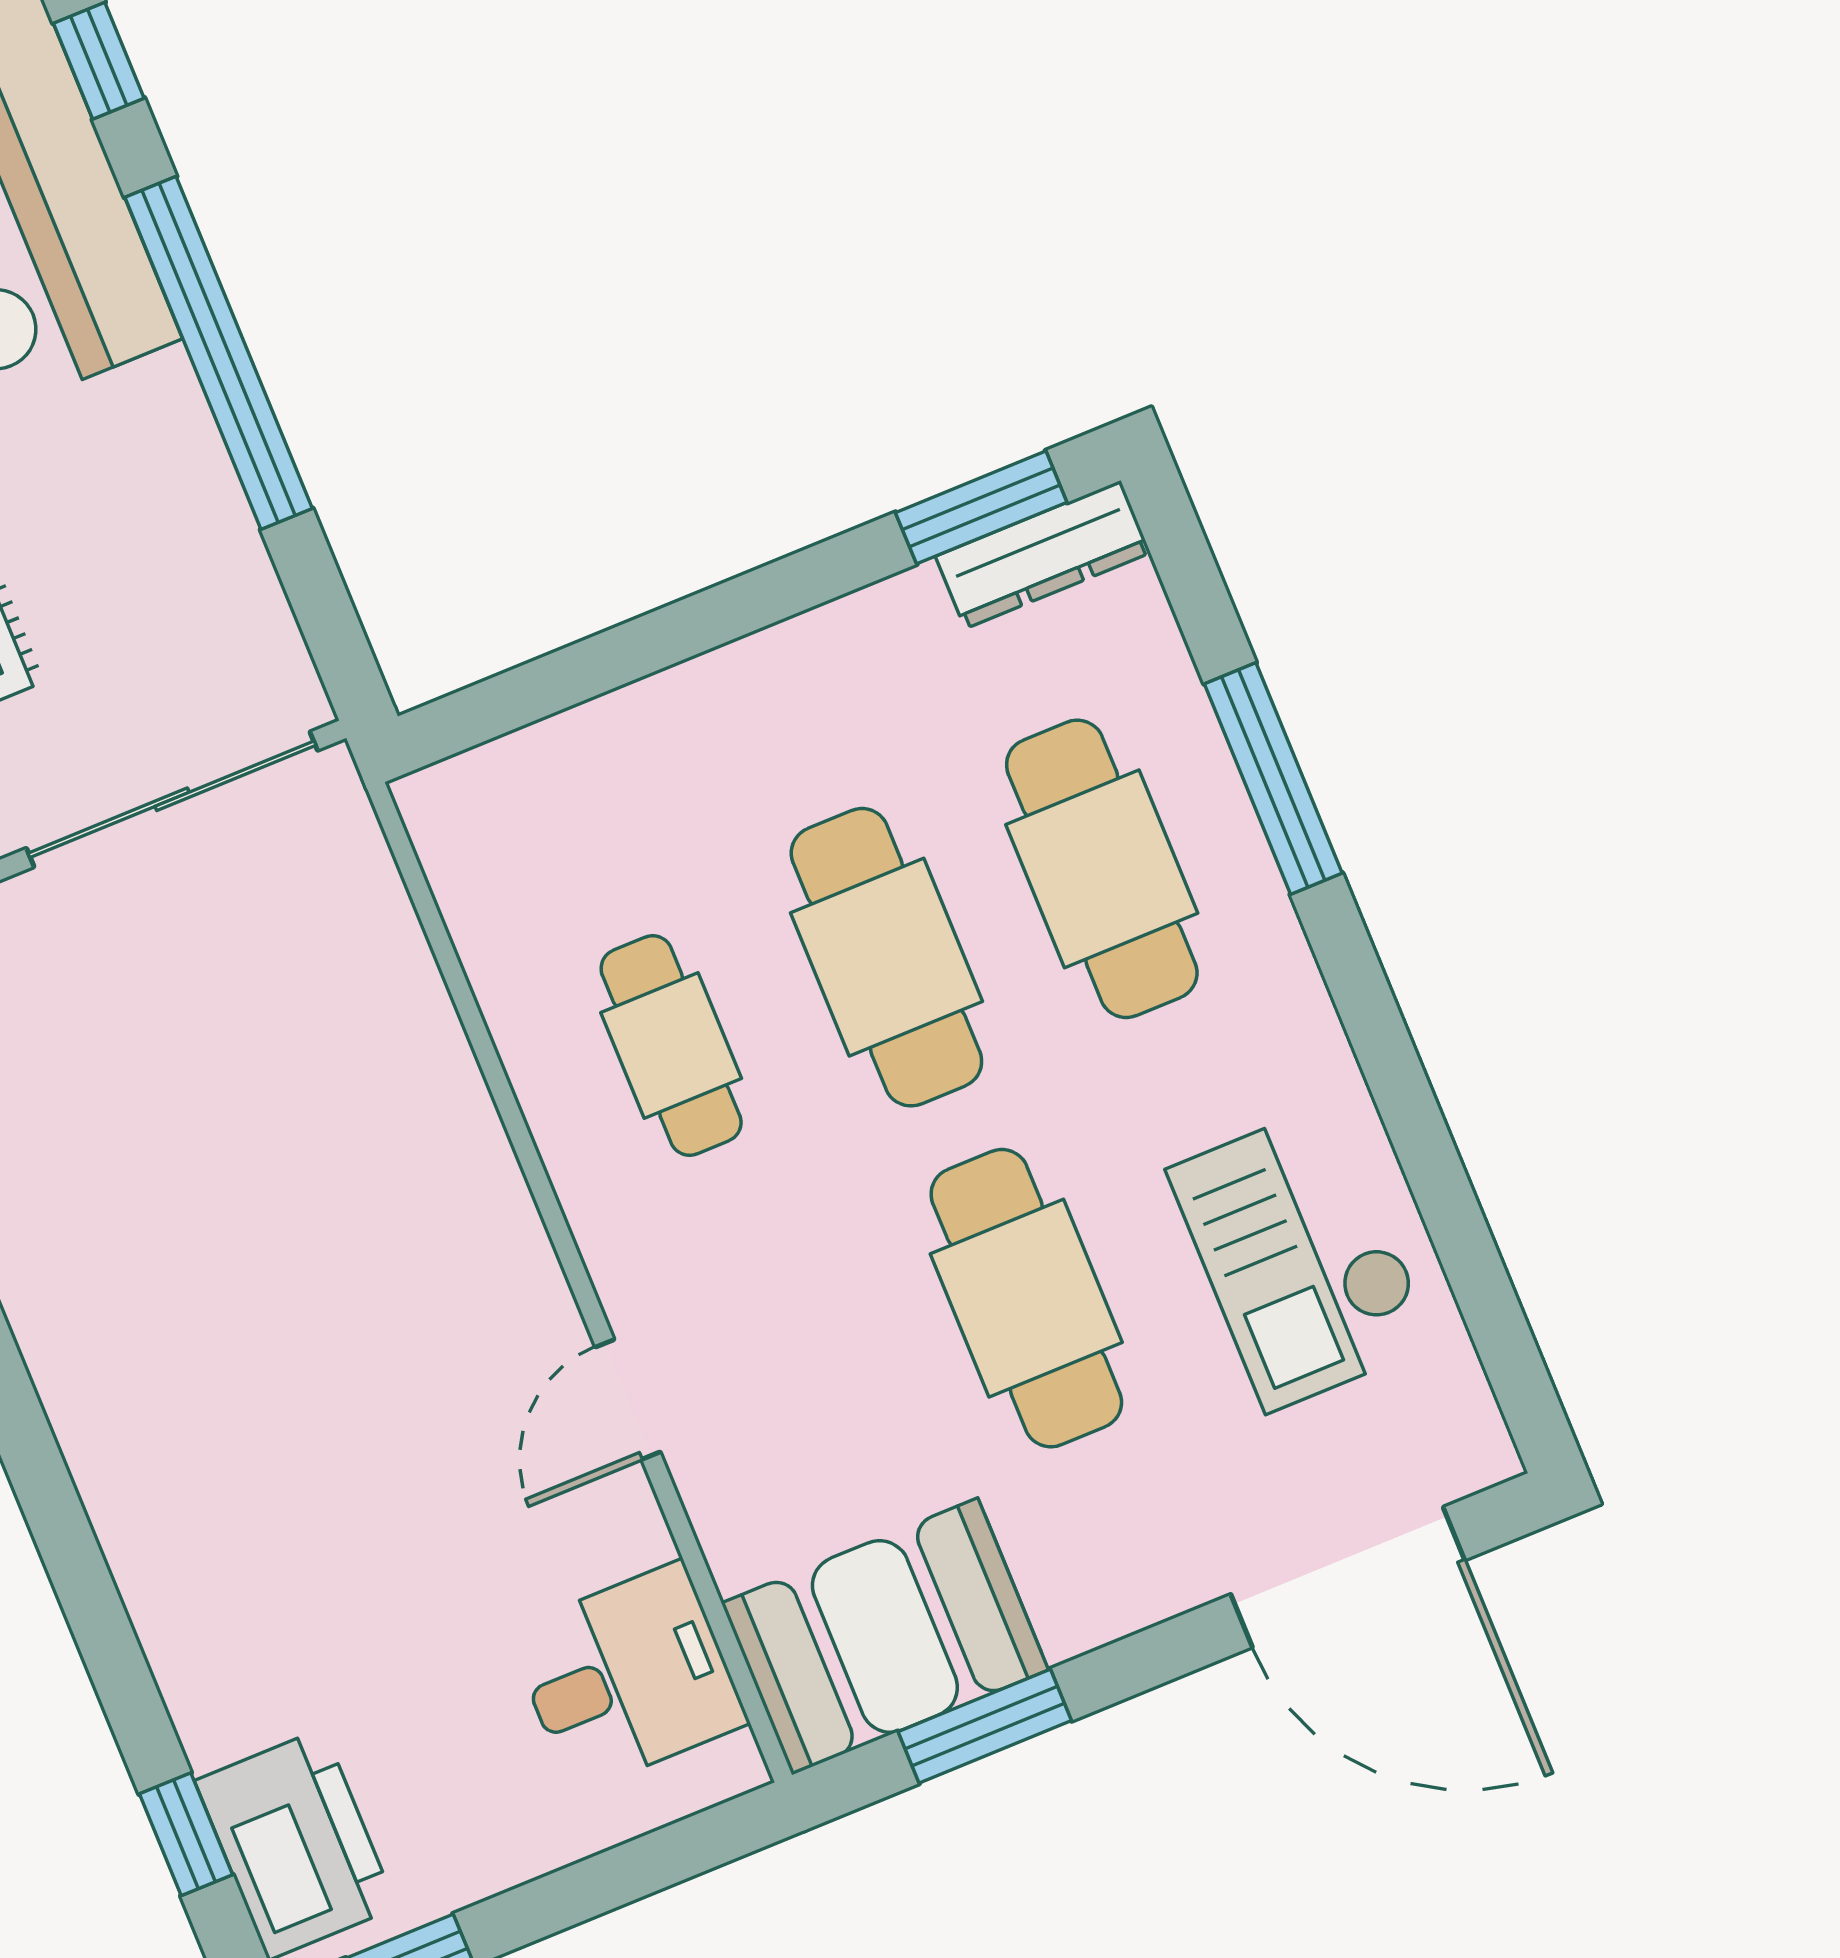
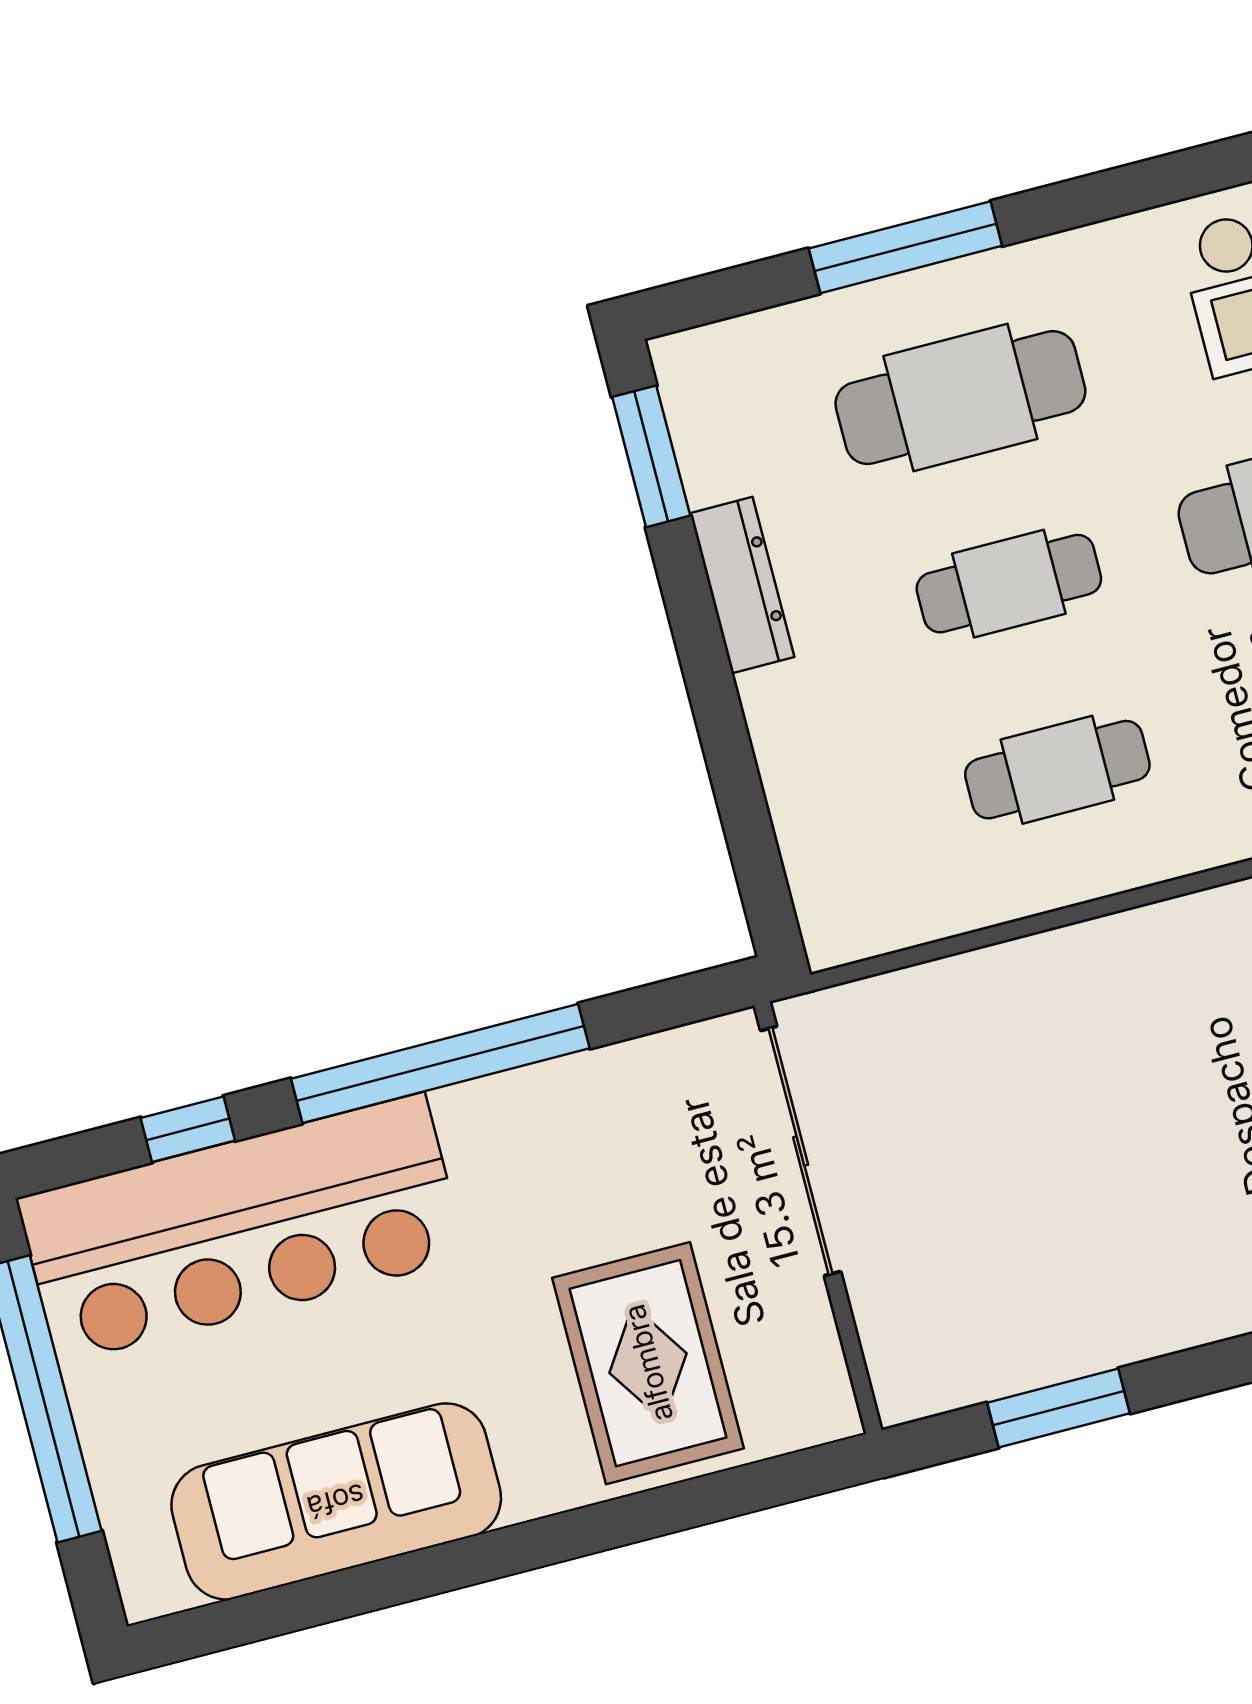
dresser: (1043, 555) -> (742, 585), moved
cafe table: (886, 957) -> (1009, 584), width x0.73, depth x0.74

